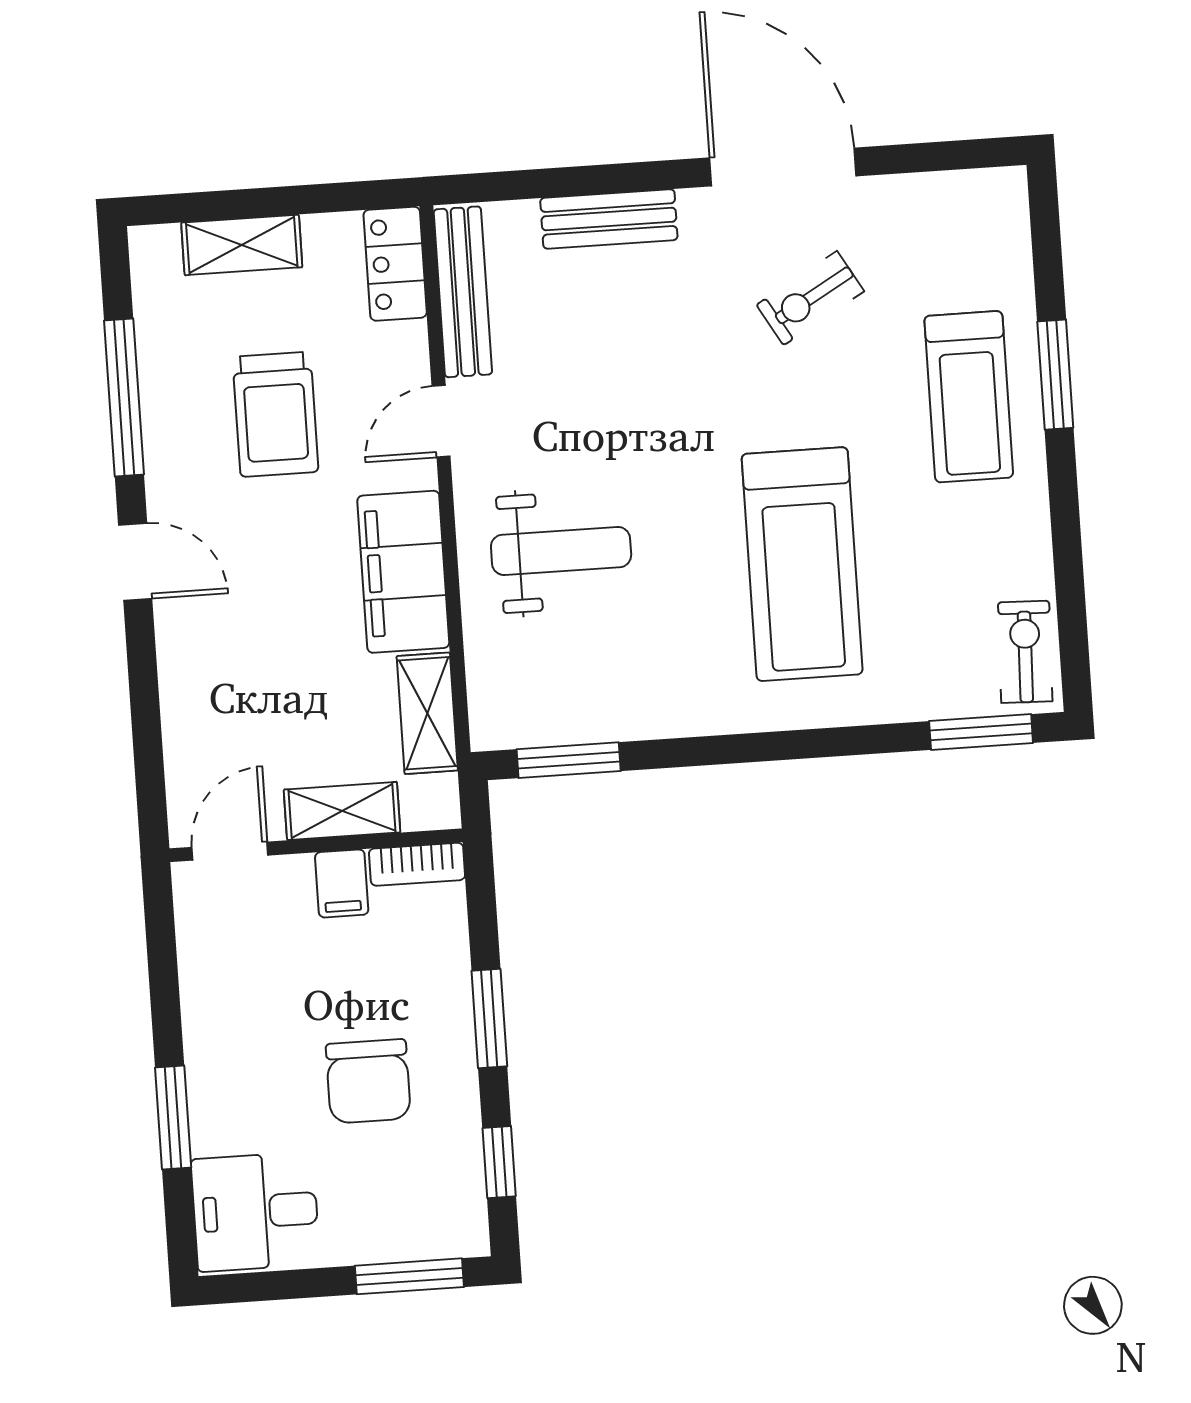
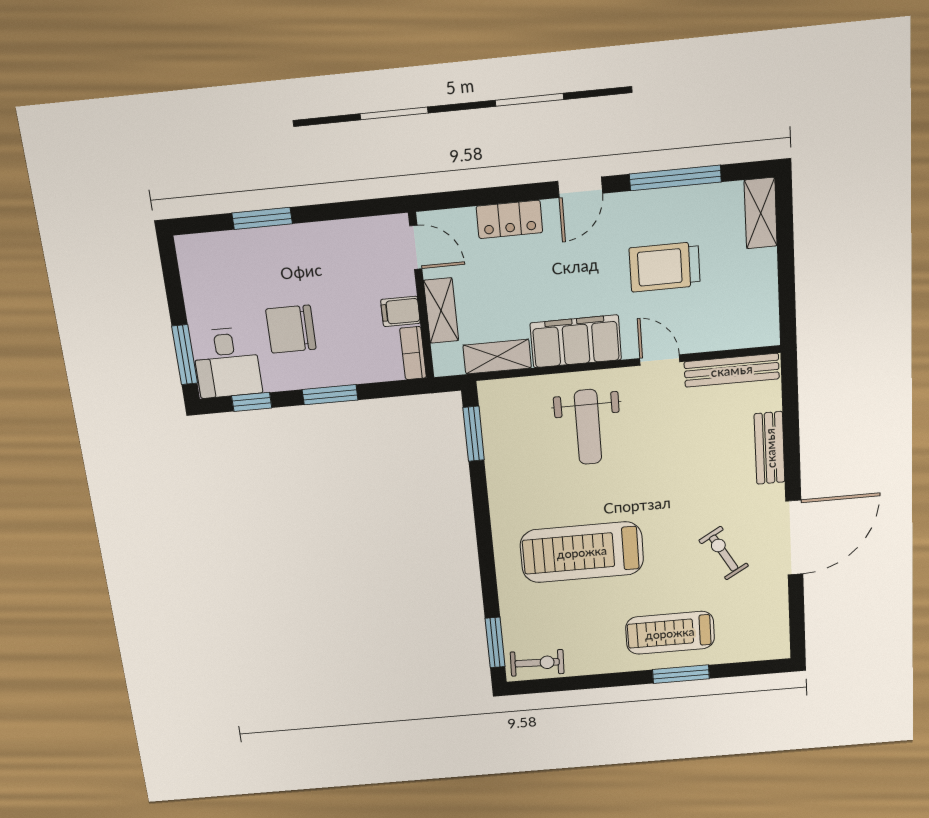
shelving: (242, 245) -> (761, 213), moved
locker: (395, 264) -> (509, 219), moved, turned 180
desk: (255, 1212) -> (227, 363), moved, turned 180

